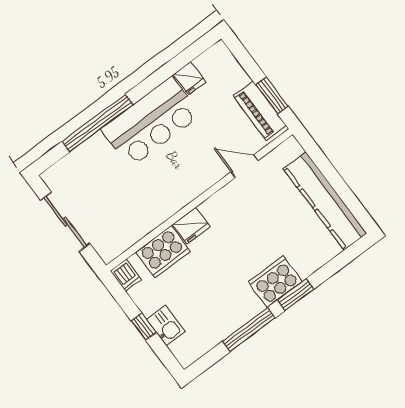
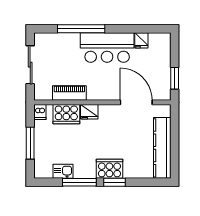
piano: (260, 111) -> (69, 93), moved, turned 90
door: (245, 166) -> (136, 102), width x1.87
kitchen sink: (166, 325) -> (63, 171), moved, turned -90
window: (144, 327) -> (30, 143), width x2.17

